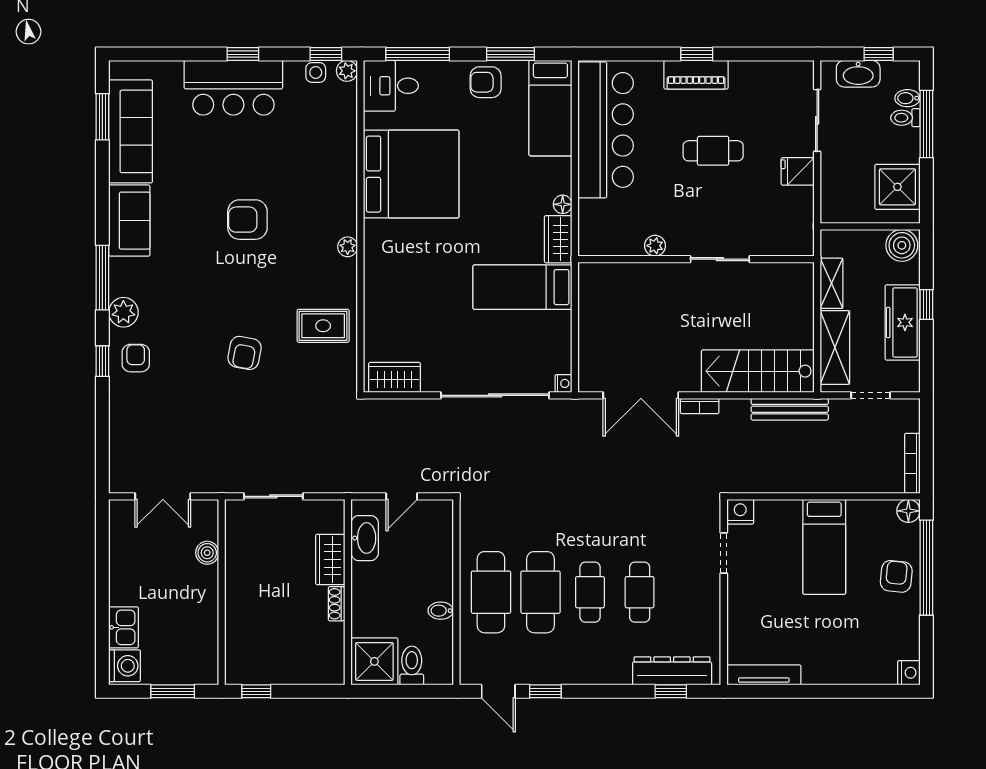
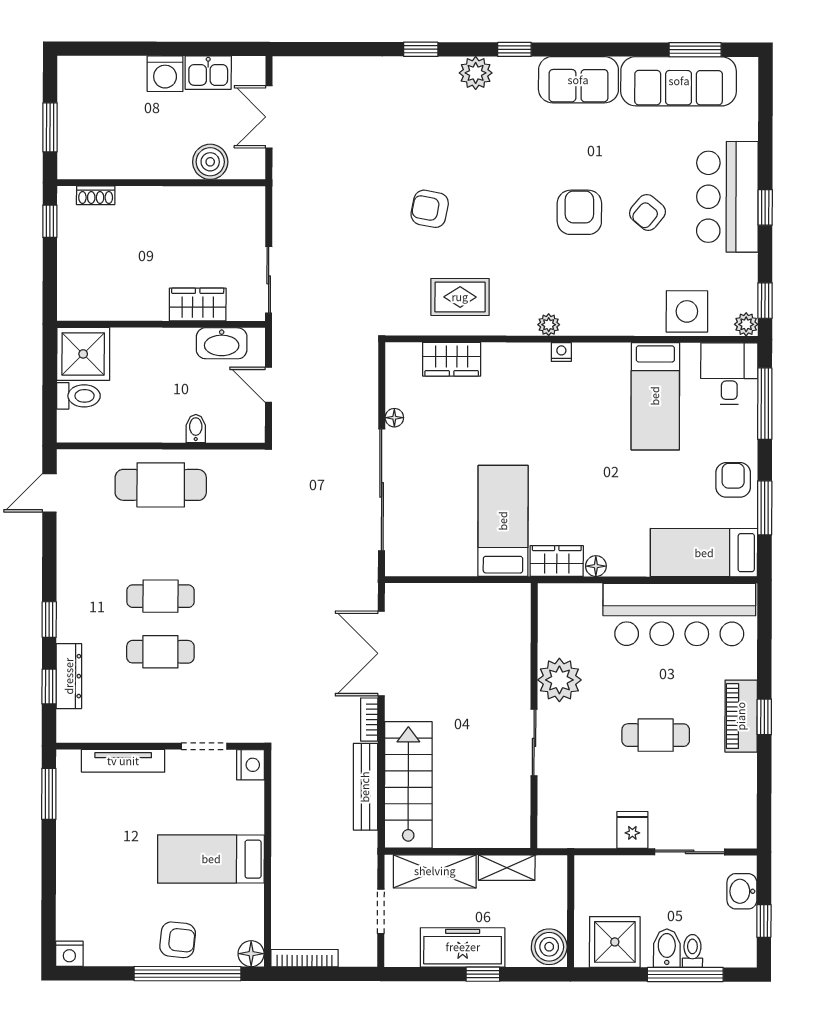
side table: (316, 72) -> (687, 311), moved, width x1.87, depth x1.87
washbasin: (858, 74) -> (742, 891), width x0.72
bidet: (907, 98) -> (667, 948), moved, width x1.38, depth x1.36
cafe table: (713, 151) -> (656, 735), turned 90
bed: (411, 174) -> (655, 396), width x0.49
plant: (655, 246) -> (559, 680), width x1.87, depth x1.87
window: (102, 278) -> (514, 49), width x0.46
rug: (323, 326) -> (460, 297), turned 90
armchair: (136, 358) -> (647, 212), moved, turned 130
wardrobe: (395, 377) -> (452, 359), moved, turned 90
nightstand: (563, 383) -> (561, 352), moved, turned 180
floor lamp: (431, 384) -> (394, 418), added
bench: (790, 409) -> (365, 787), moved
sliding door: (273, 496) -> (269, 280), moved
boiler: (207, 553) -> (210, 162), width x1.36, depth x1.36
cafe table: (540, 592) -> (161, 541), removed
shoe rack: (337, 604) -> (96, 195), moved, turned 180
bidet: (441, 611) -> (196, 429), moved
kitchen sink: (124, 627) -> (208, 73), moved
washing machine: (125, 666) -> (165, 74), moved
dresser: (672, 671) -> (69, 676), width x0.73, depth x0.80
tv unit: (764, 675) -> (123, 761), moved, turned 90
window: (545, 691) -> (49, 620), moved
window: (766, 691) -> (49, 794), added

